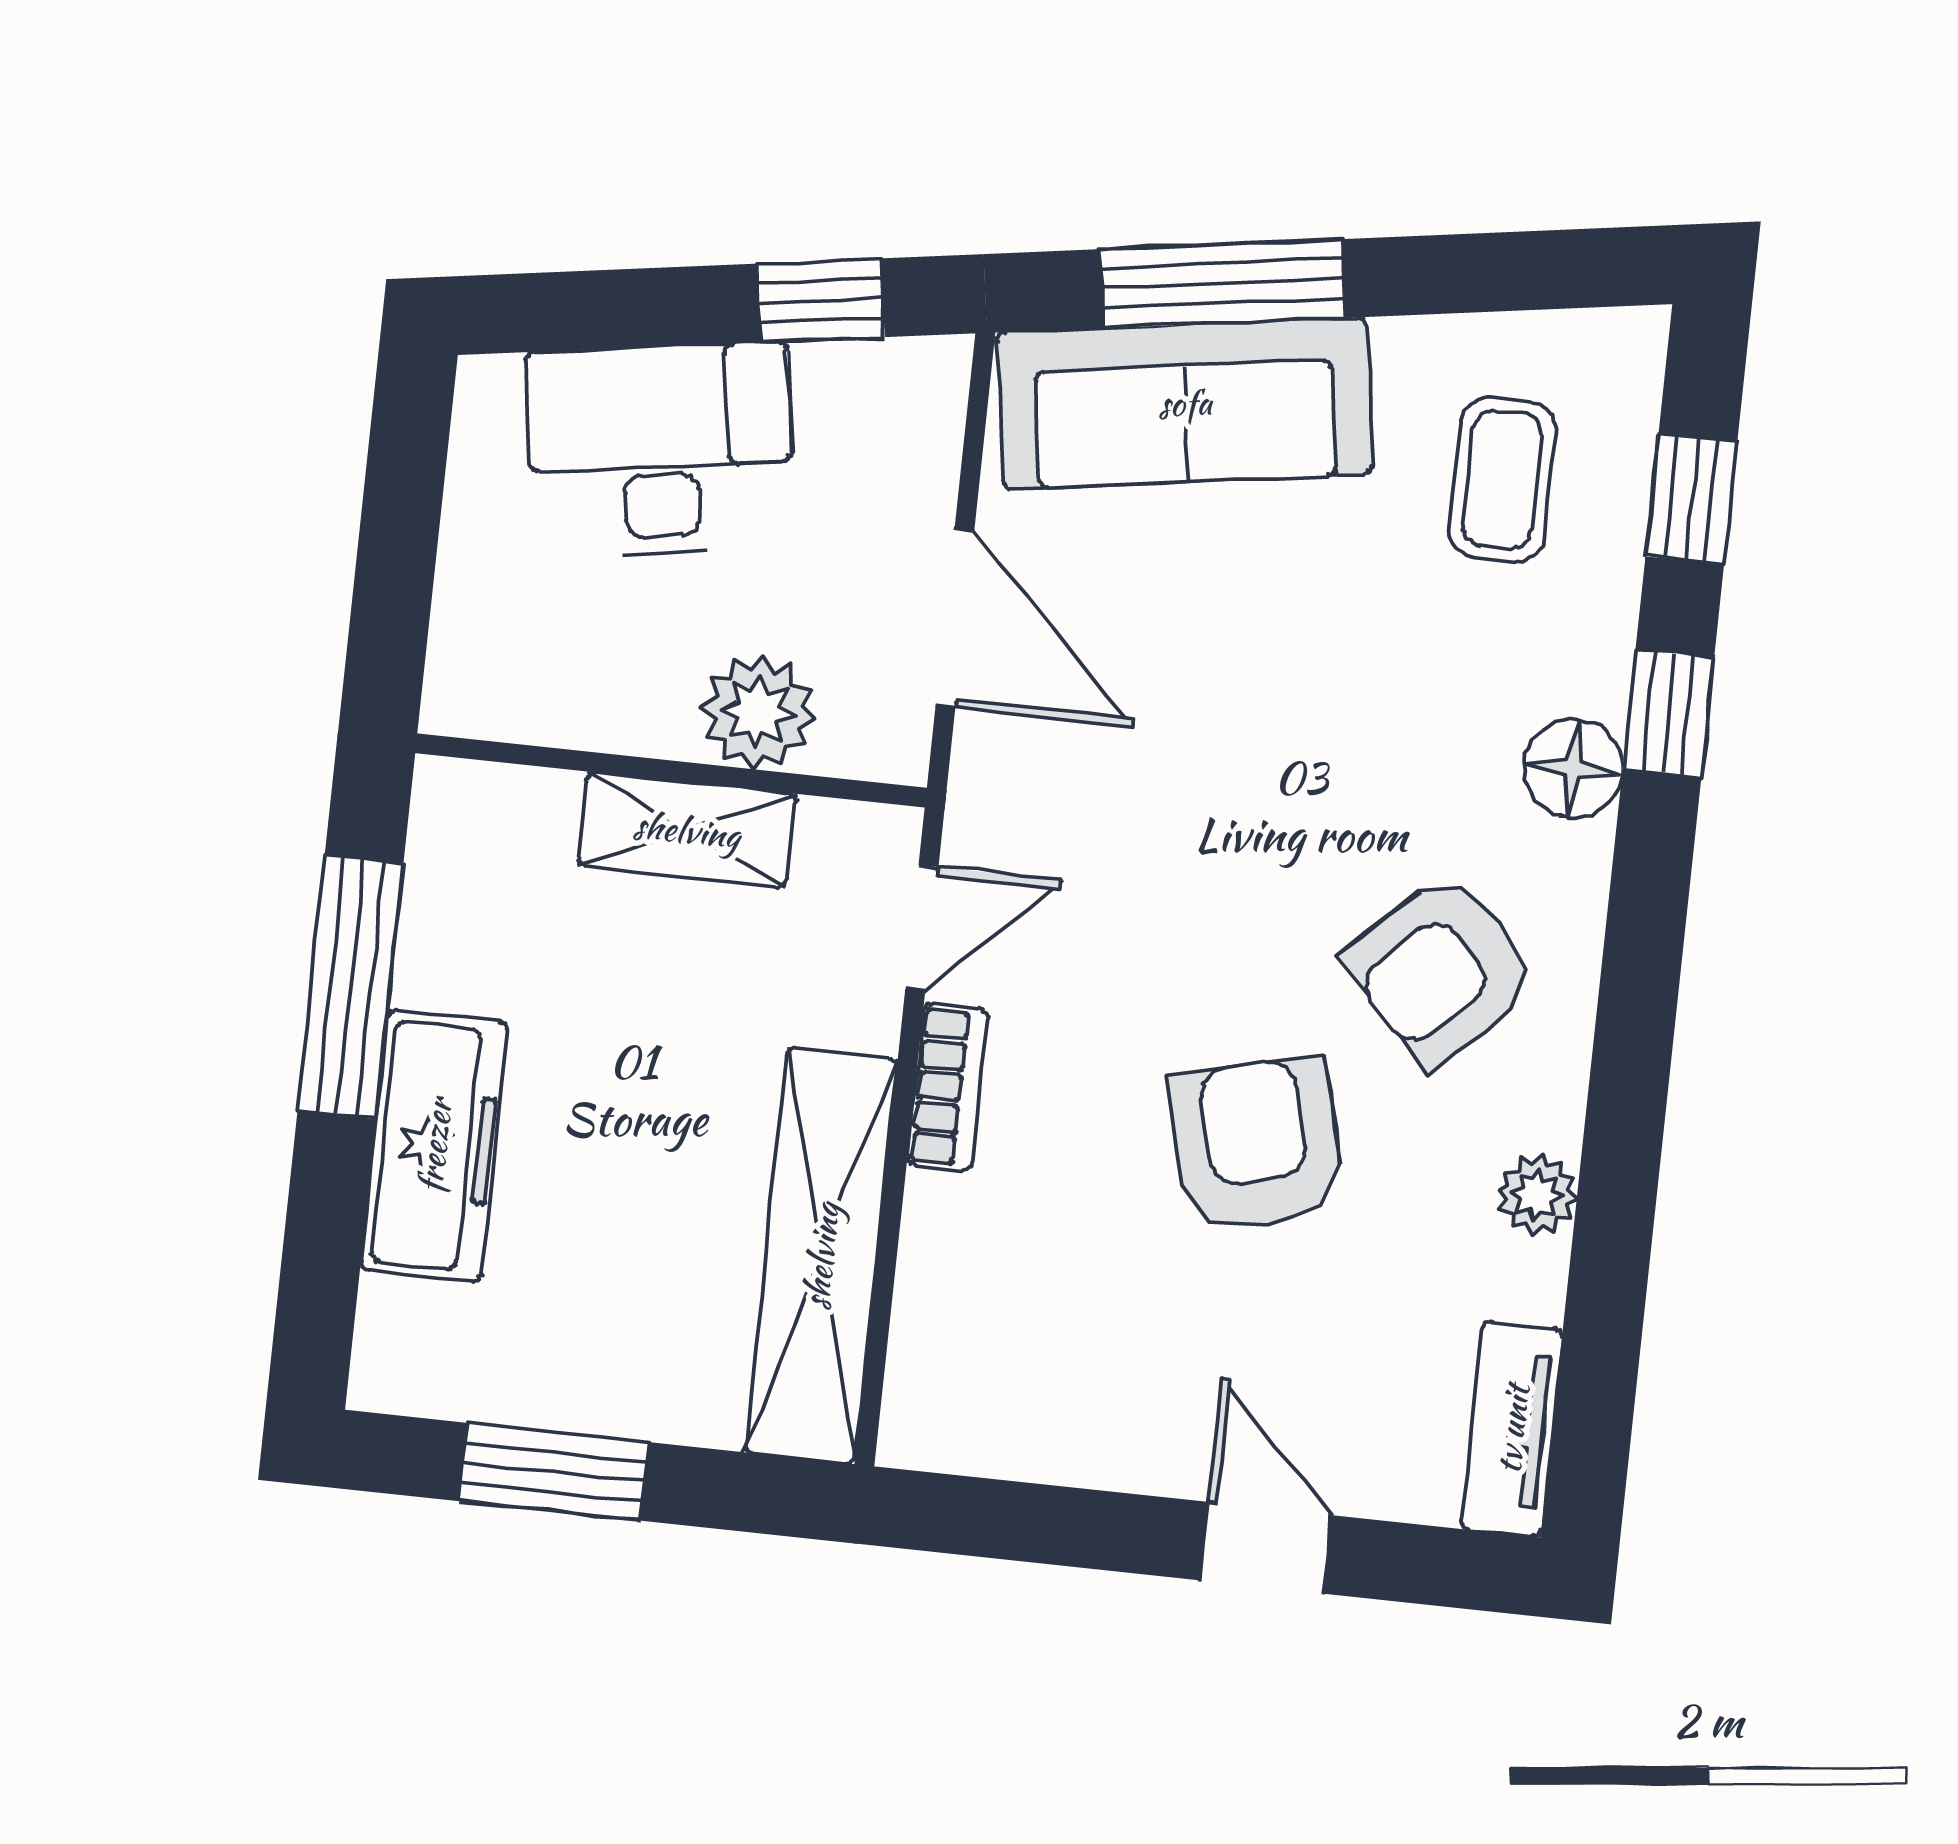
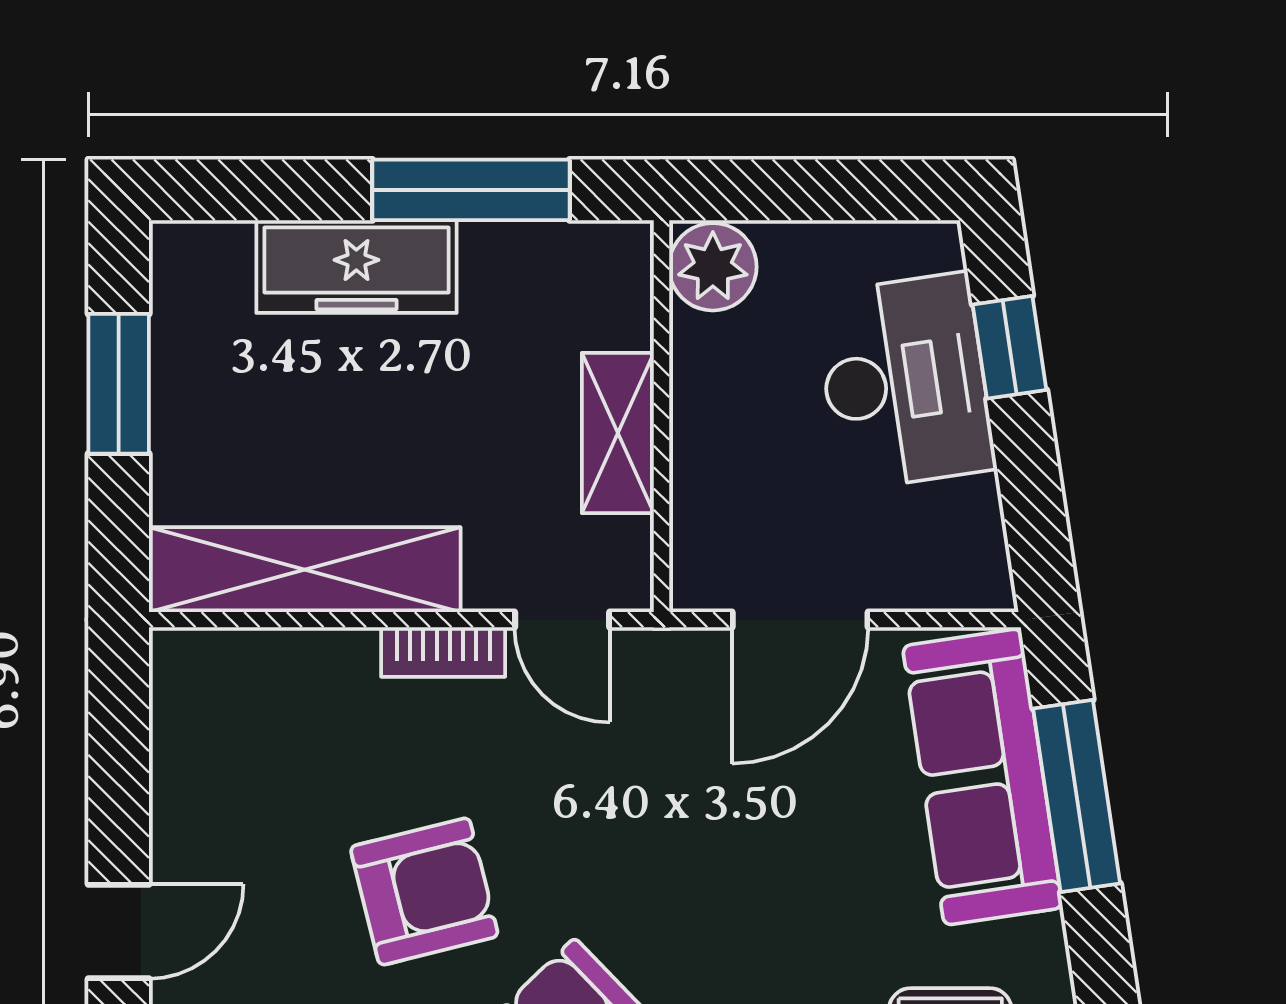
window: (821, 300) -> (1010, 347), moved
plant: (758, 712) -> (713, 267), moved

